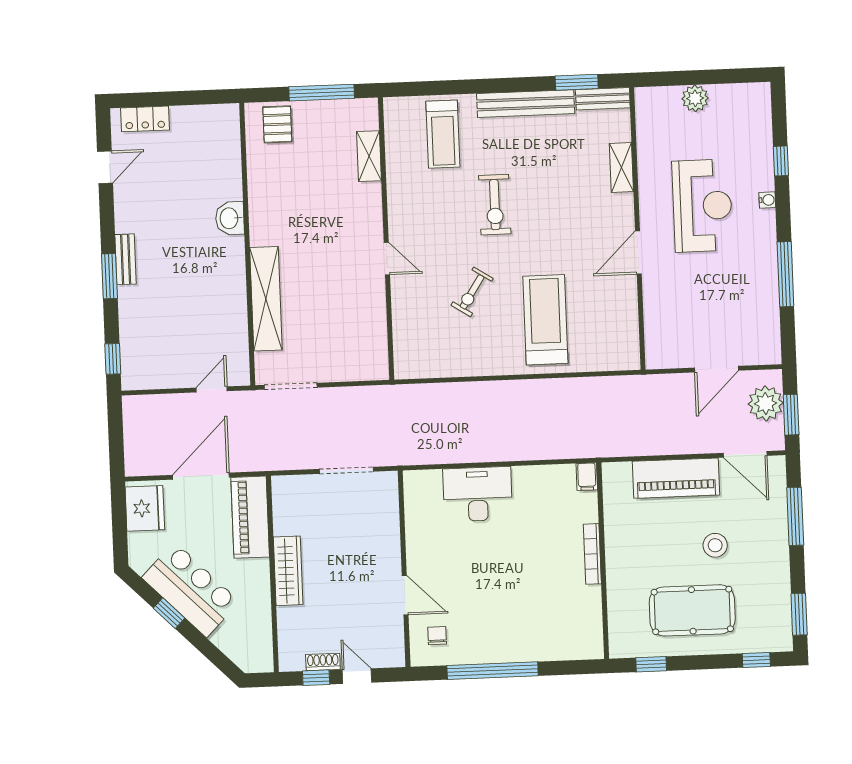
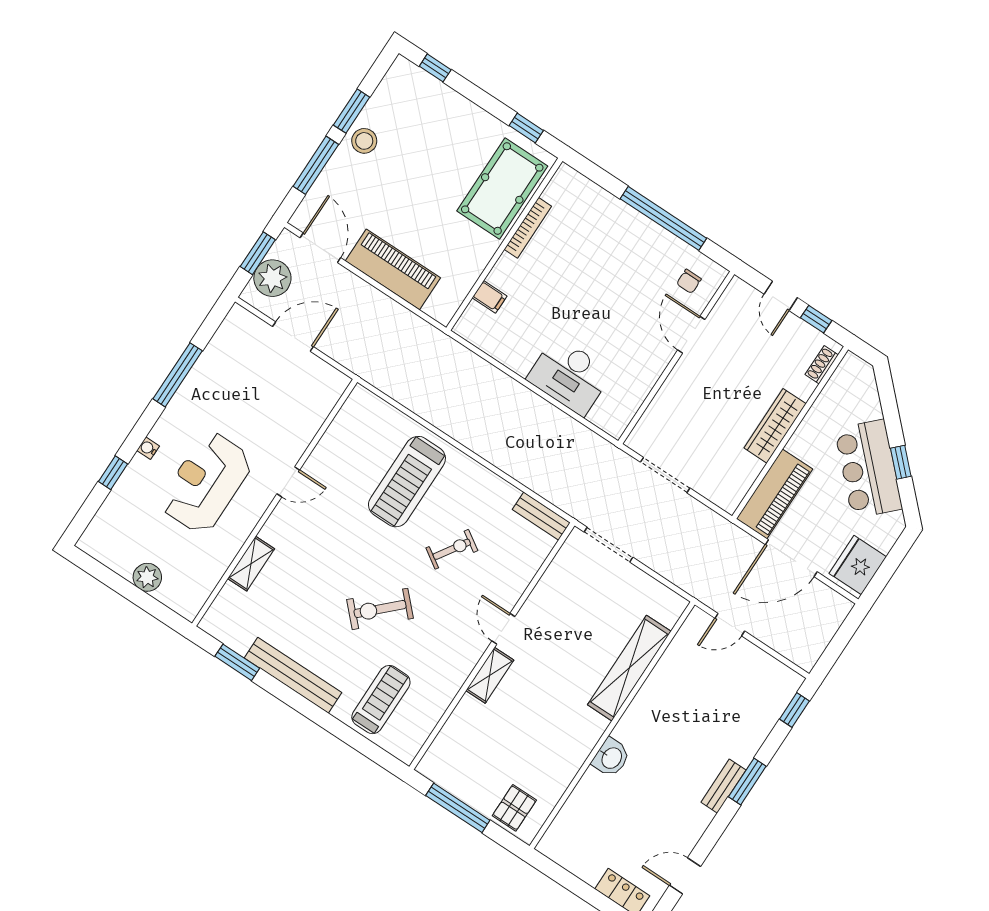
bench: (603, 99) -> (541, 516), moved
shelving: (369, 156) -> (490, 675), moved
exercise bike: (495, 205) -> (380, 609), turned -134
door: (638, 253) -> (288, 482), width x0.73
doorway: (291, 386) -> (608, 545), moved
filing cabinet: (587, 477) -> (490, 297), moved, turned 90
stool: (715, 545) -> (364, 141), moved
bookcase: (592, 554) -> (528, 228), moved
pool table: (692, 610) -> (502, 189), moved, turned 90
window: (799, 614) -> (352, 111), moved
shoe rack: (323, 662) -> (822, 365), moved, turned 90

